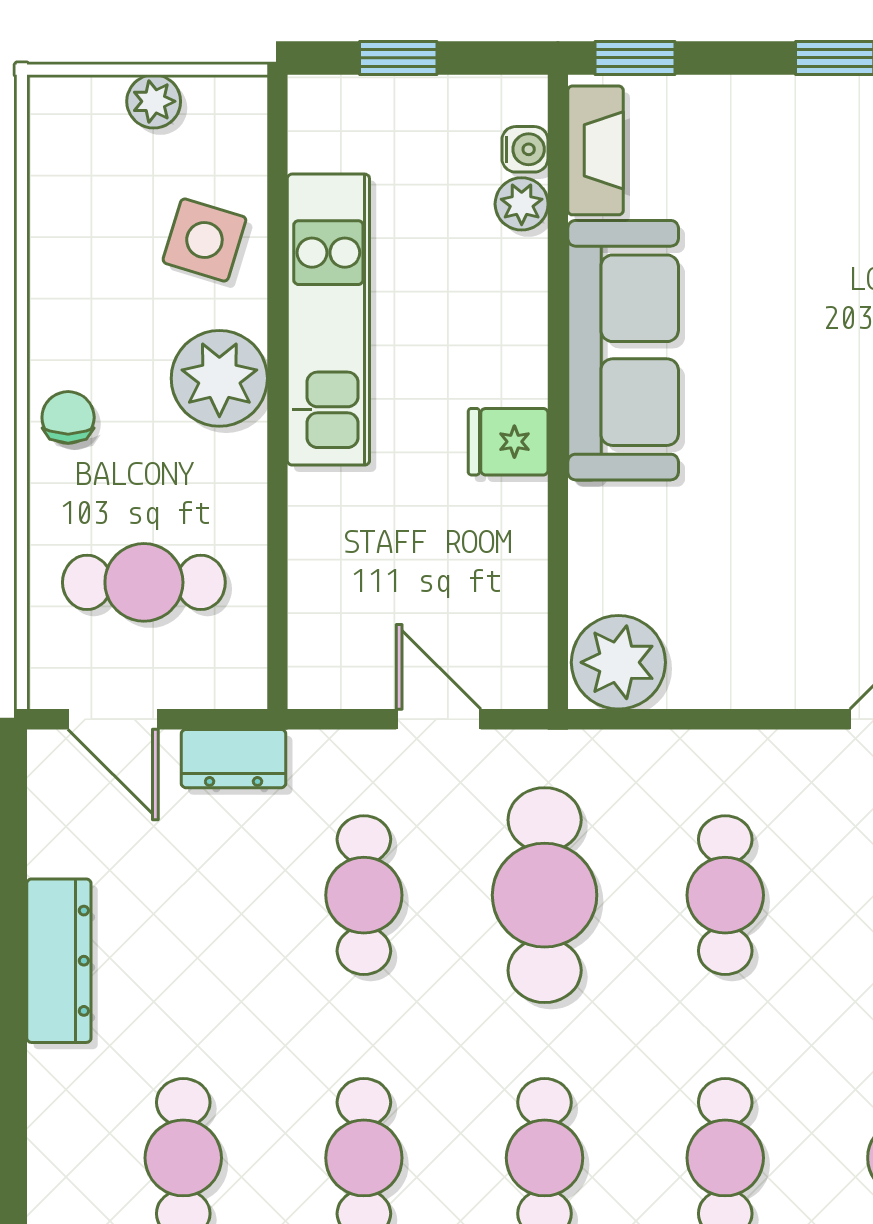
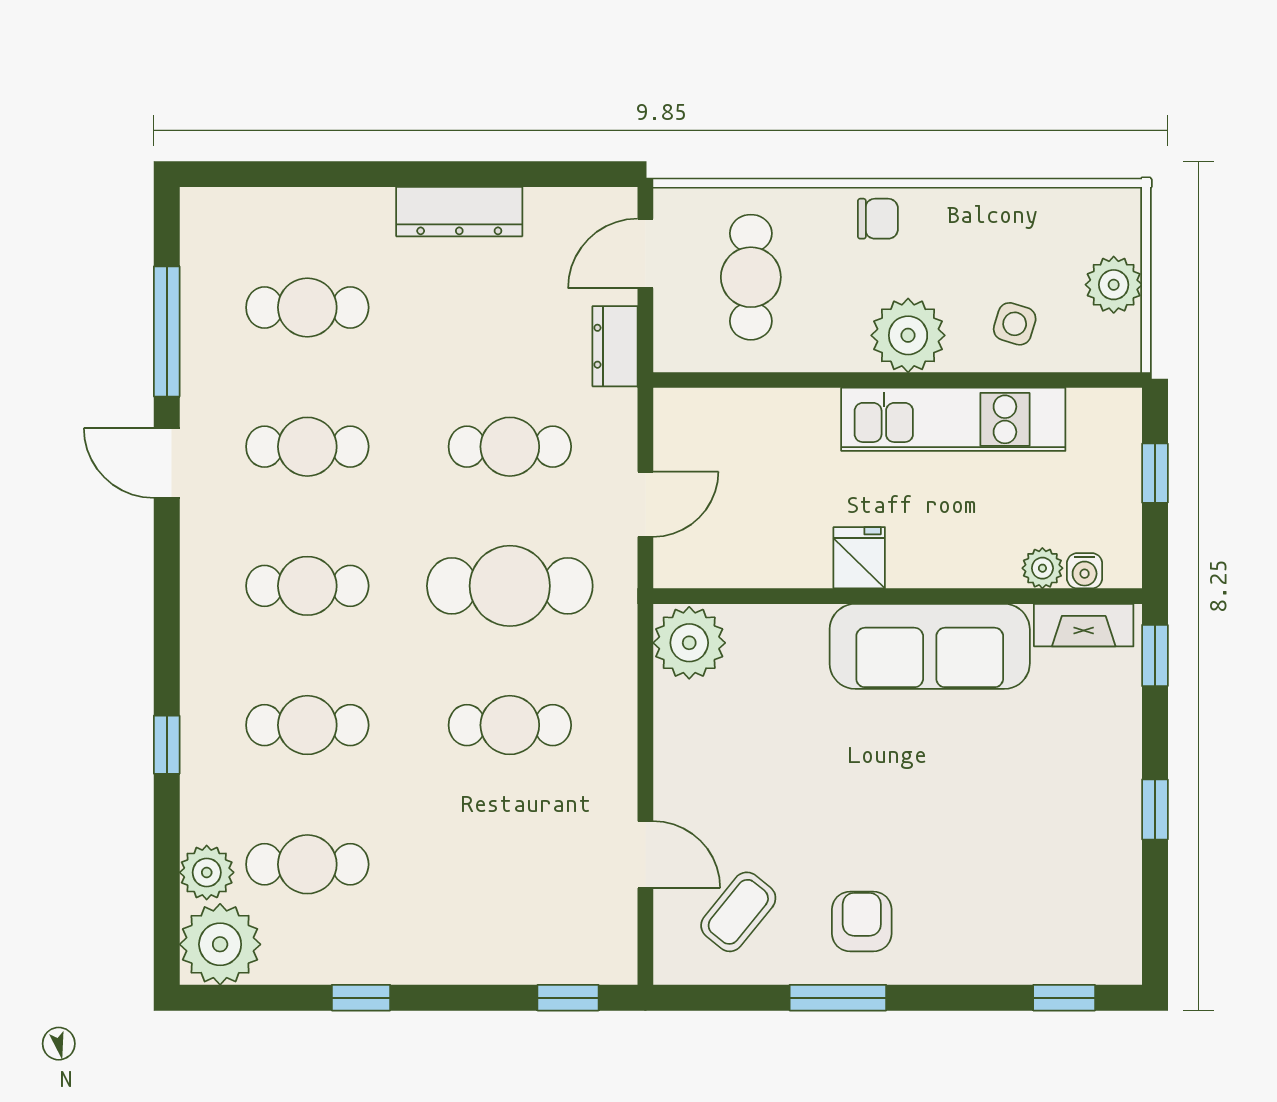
plant: (154, 101) -> (1114, 285), width x1.38, depth x1.38
side table: (204, 240) -> (1015, 324), width x0.73, depth x0.73

